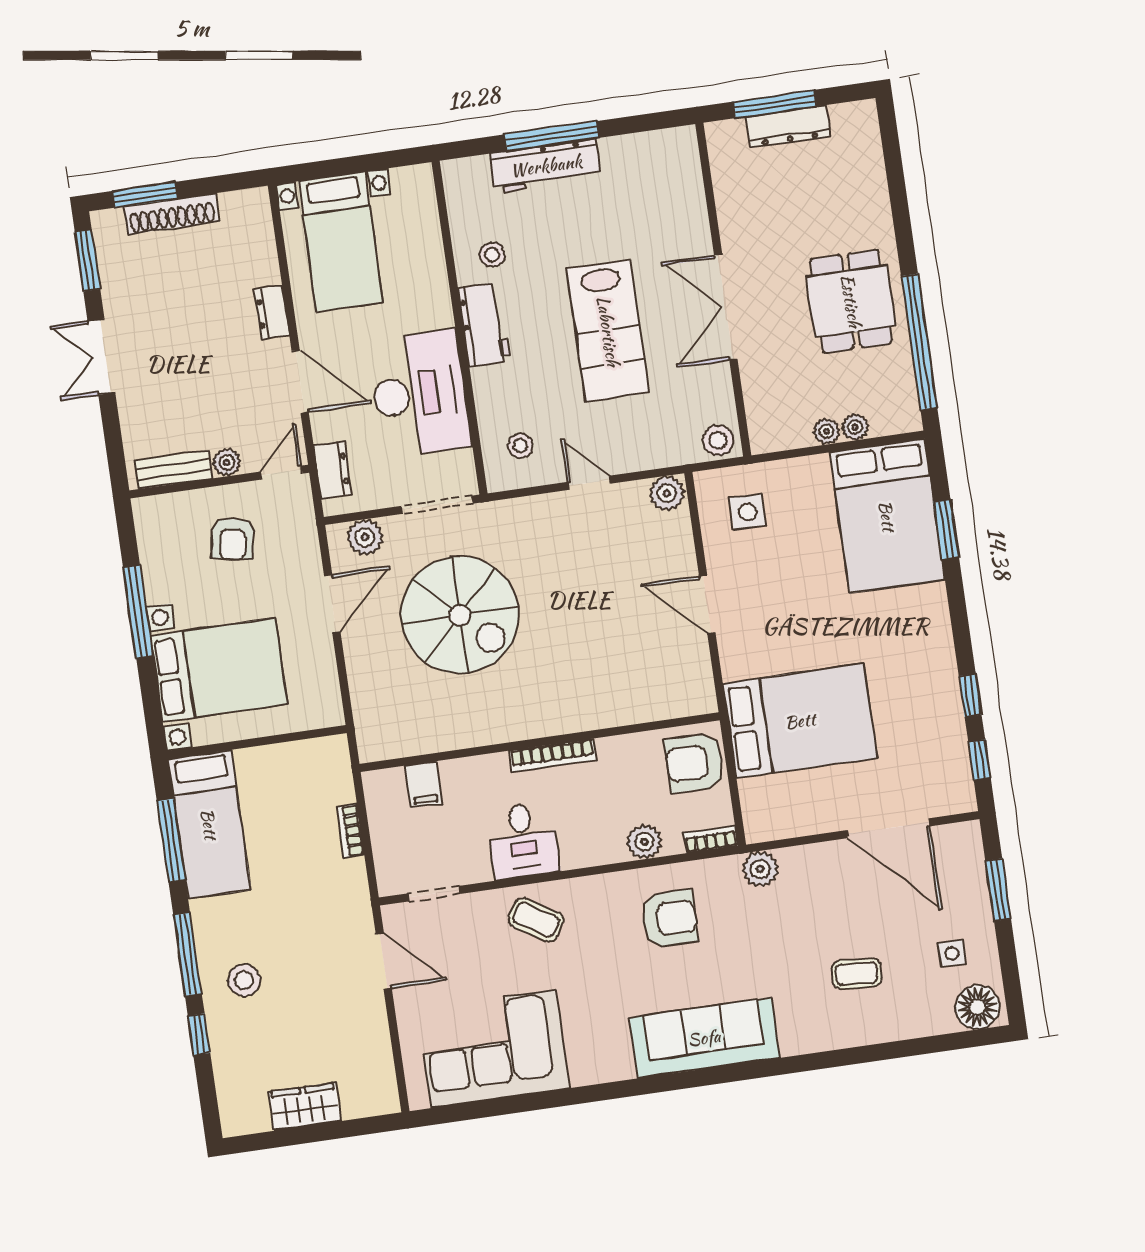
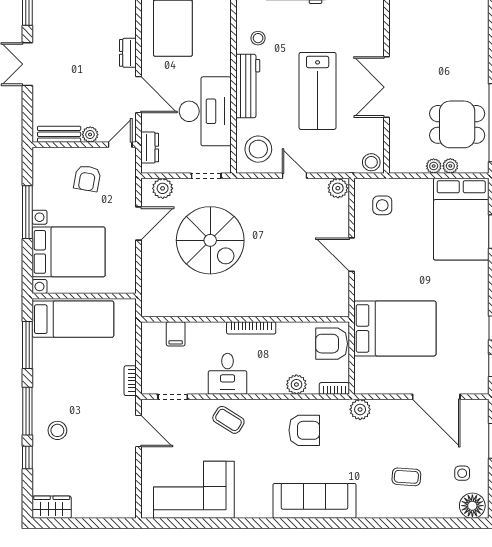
dining table: (851, 301) -> (457, 124), moved, turned 90
workbench: (484, 325) -> (248, 86), width x1.38
stool: (520, 446) -> (258, 149), width x1.89, depth x1.89
doorway: (437, 505) -> (206, 176), width x0.73
bed: (209, 824) -> (73, 319), moved, turned -90
bookcase: (350, 831) -> (130, 381), moved
wardrobe: (305, 1107) -> (52, 507), moved

